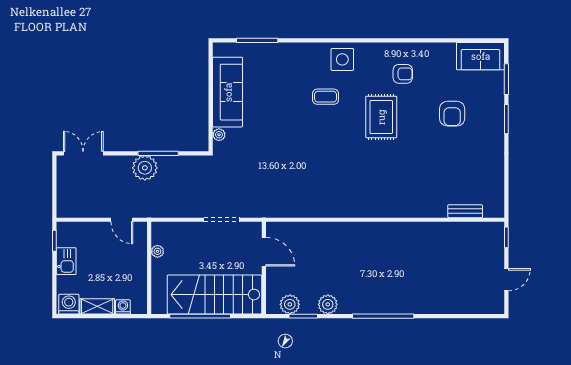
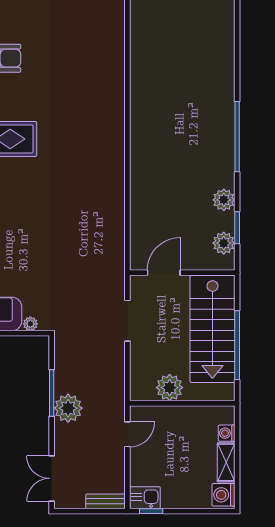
bench: (465, 211) -> (105, 501), moved, turned 90
plant: (157, 251) -> (170, 388), width x1.88, depth x1.88
kitchen sink: (66, 261) -> (145, 498), moved

